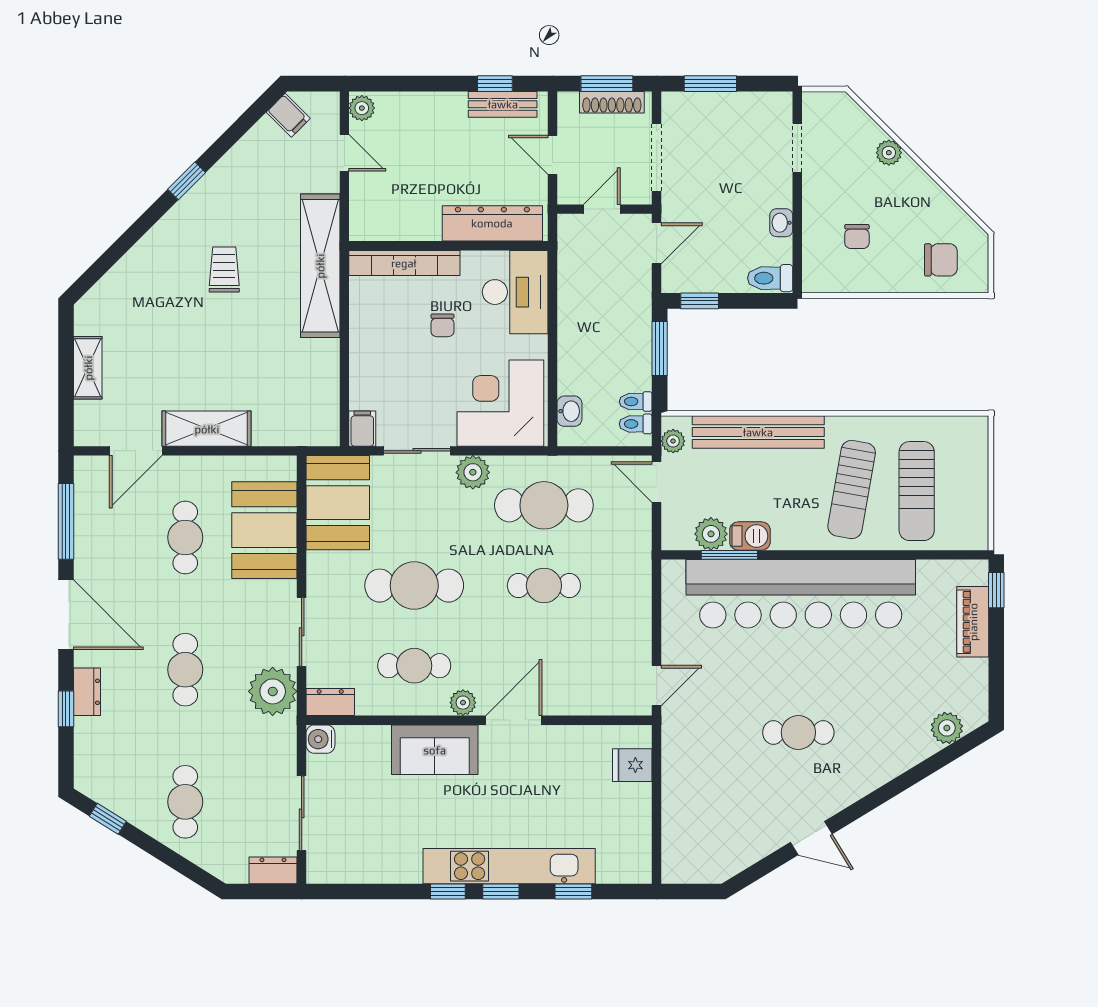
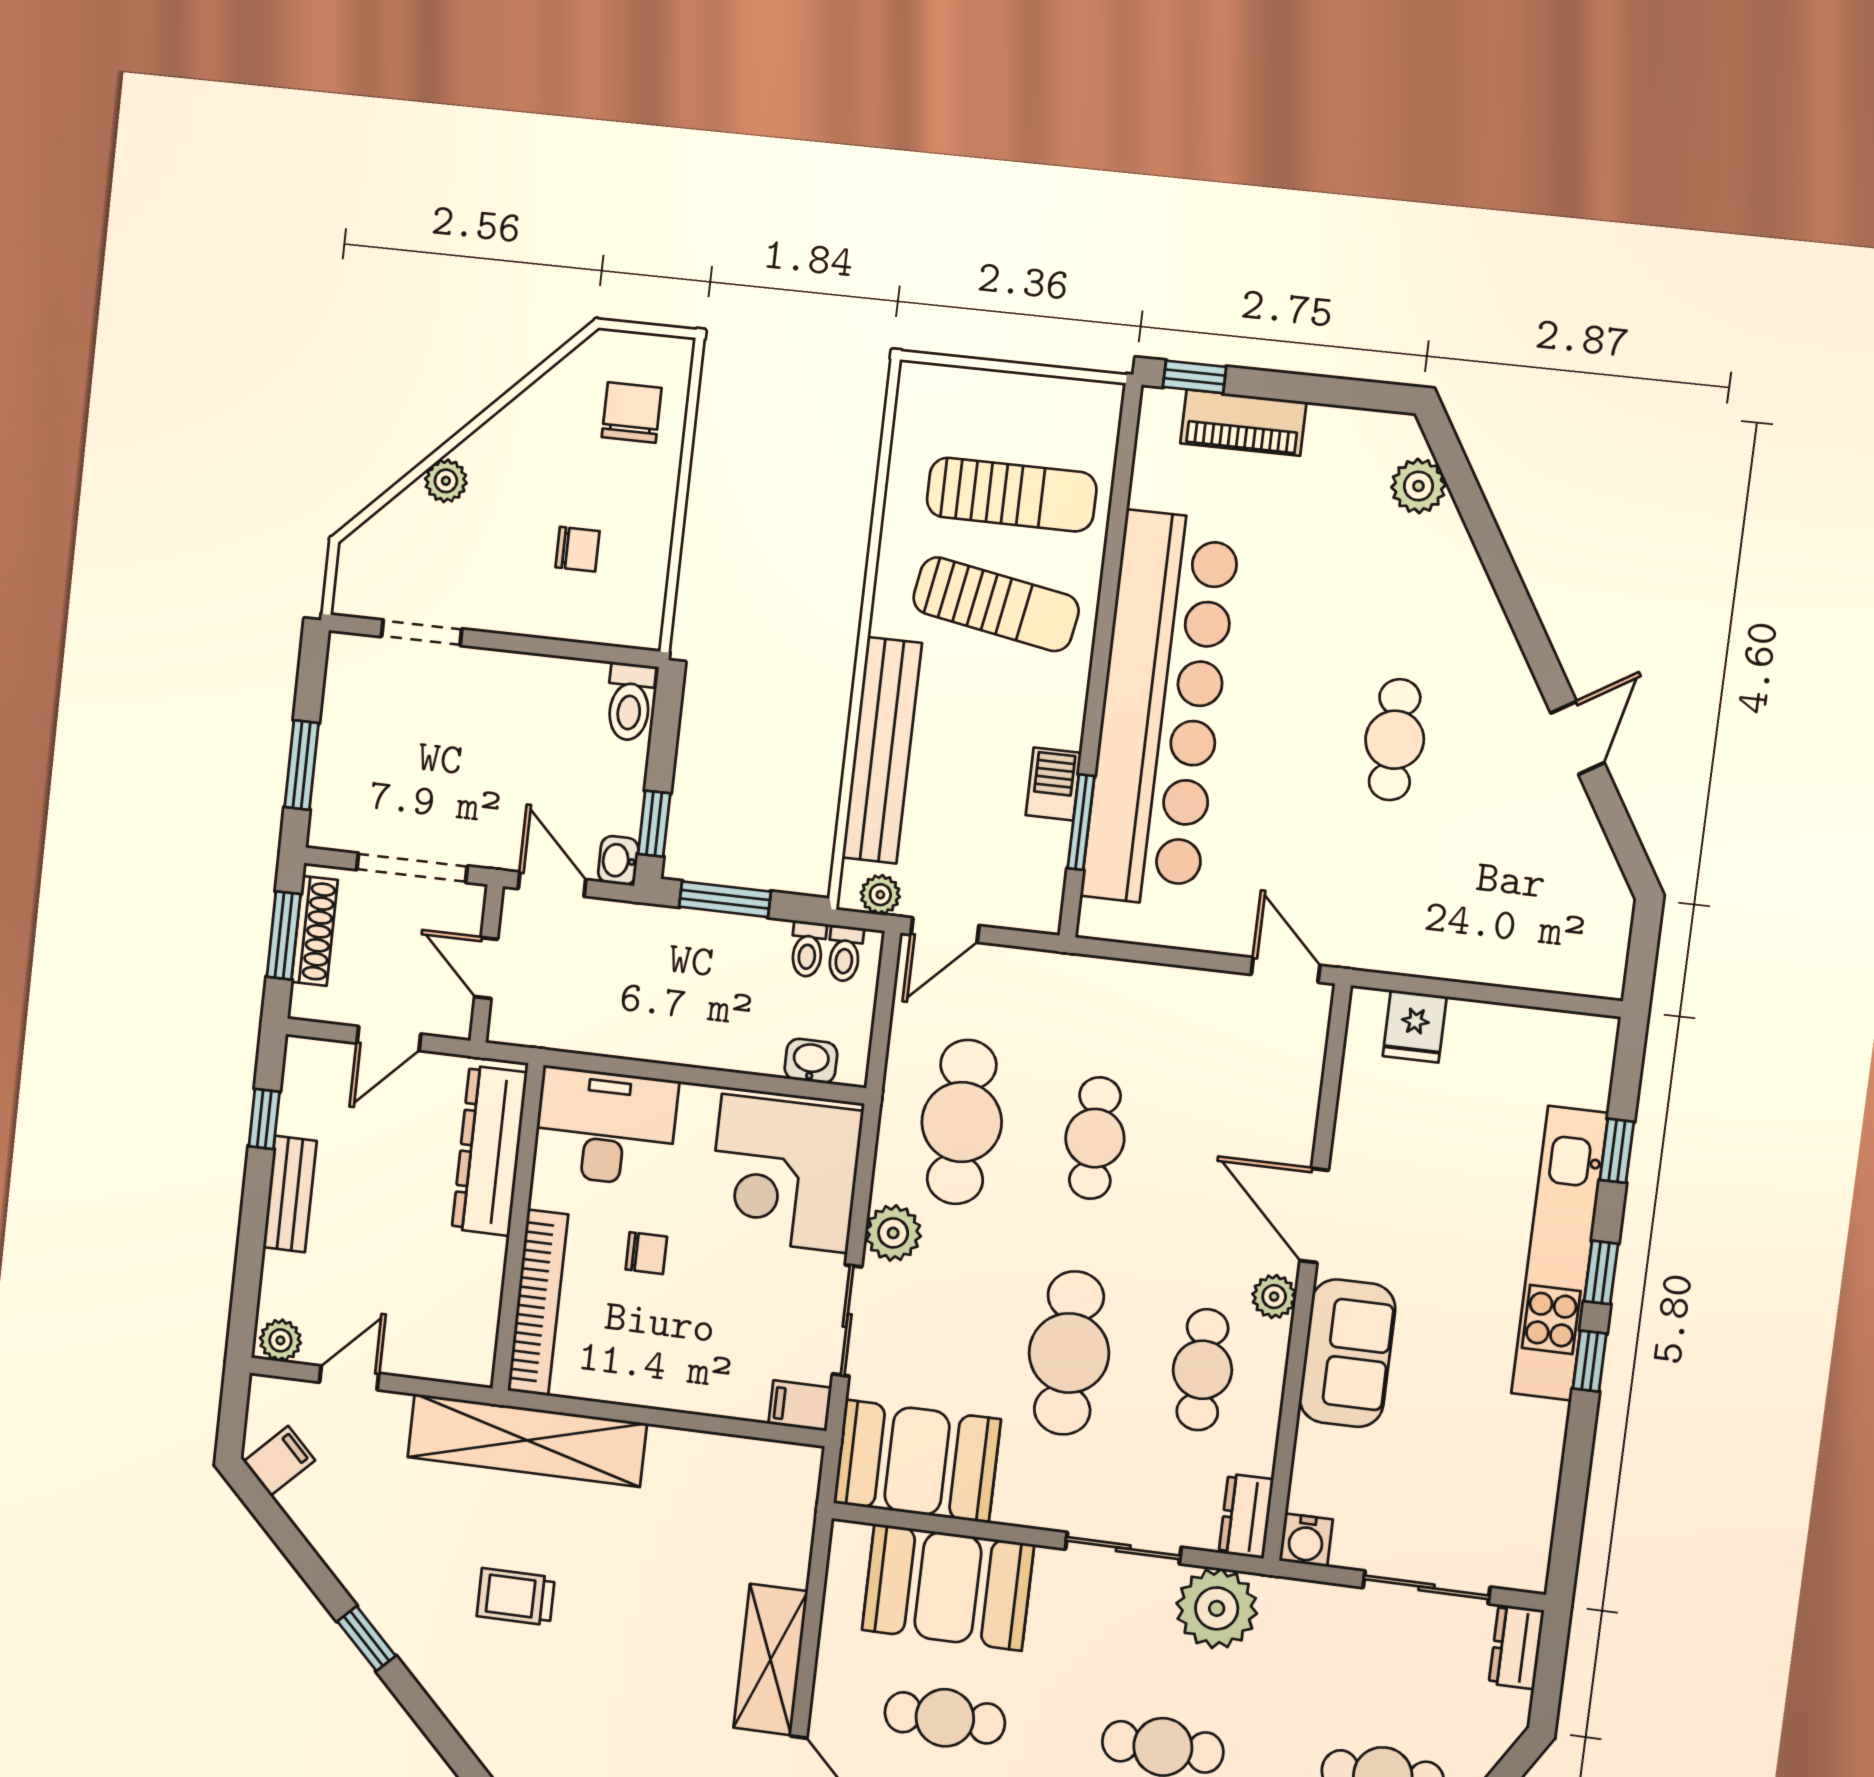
bench: (503, 104) -> (290, 1194), moved
washbasin: (781, 223) -> (618, 860), moved, turned 90
plant: (711, 534) -> (1042, 849), removed

